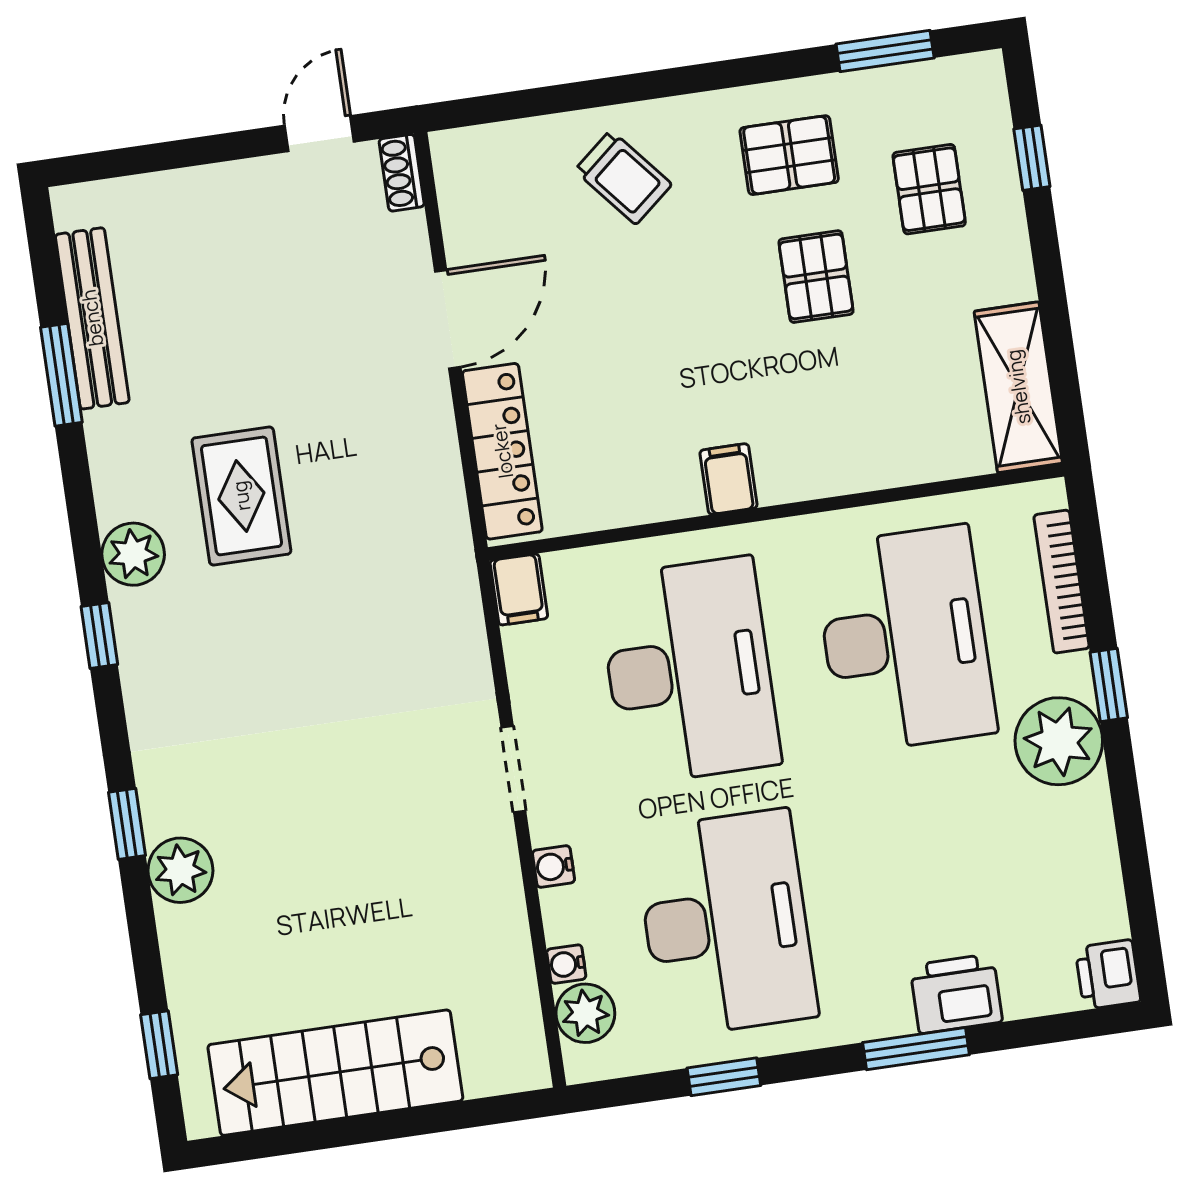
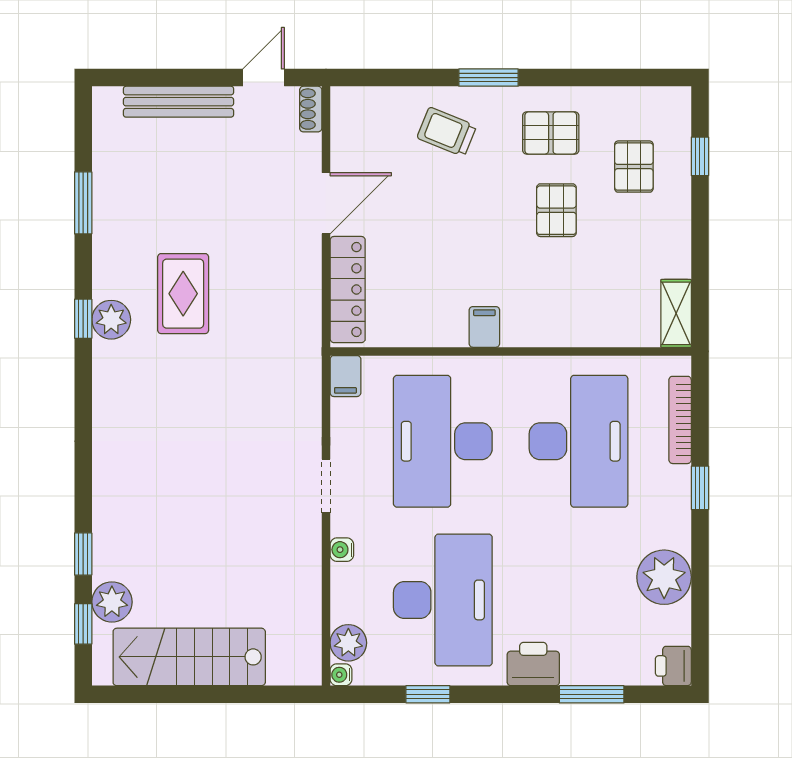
window: (885, 51) -> (488, 78), moved
trolley: (623, 177) -> (447, 132), turned 152
bench: (92, 318) -> (178, 102), moved, turned 90
shelving: (1018, 387) -> (676, 313), width x0.67, depth x0.75
window: (99, 635) -> (83, 319), moved
desk: (689, 671) -> (443, 441), turned 180
plant: (1059, 741) -> (664, 577), moved
window: (127, 824) -> (83, 554), moved
plant: (180, 870) -> (112, 602), moved
water cooler: (566, 964) -> (341, 675), moved
printer: (956, 994) -> (533, 664), moved
window: (916, 1049) -> (592, 694), moved

